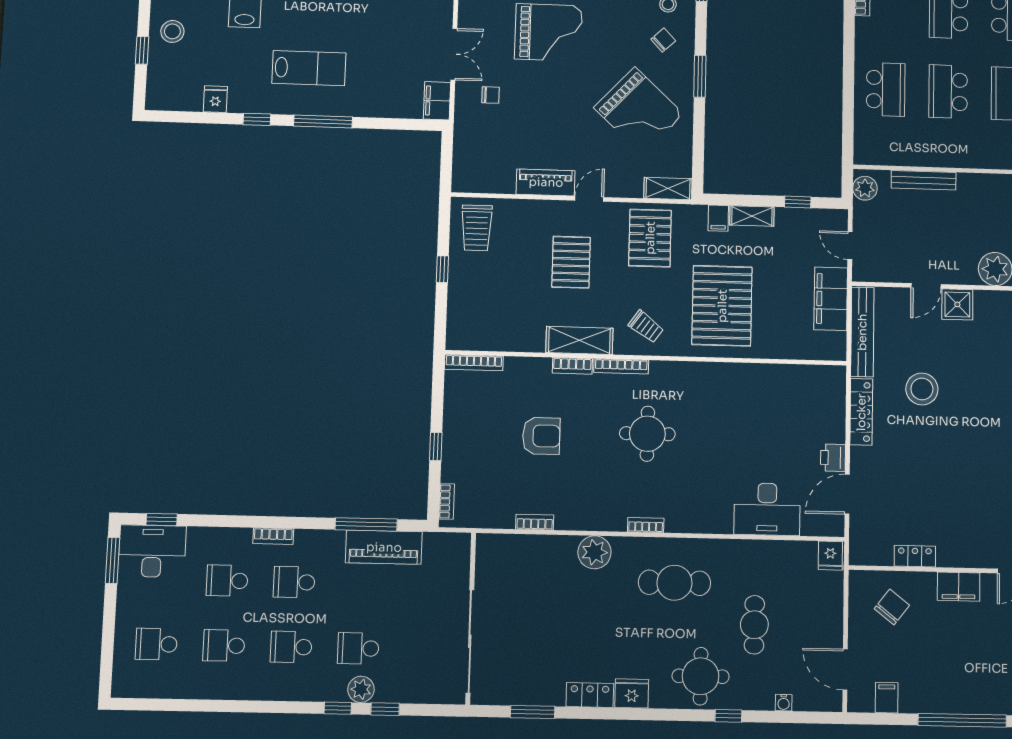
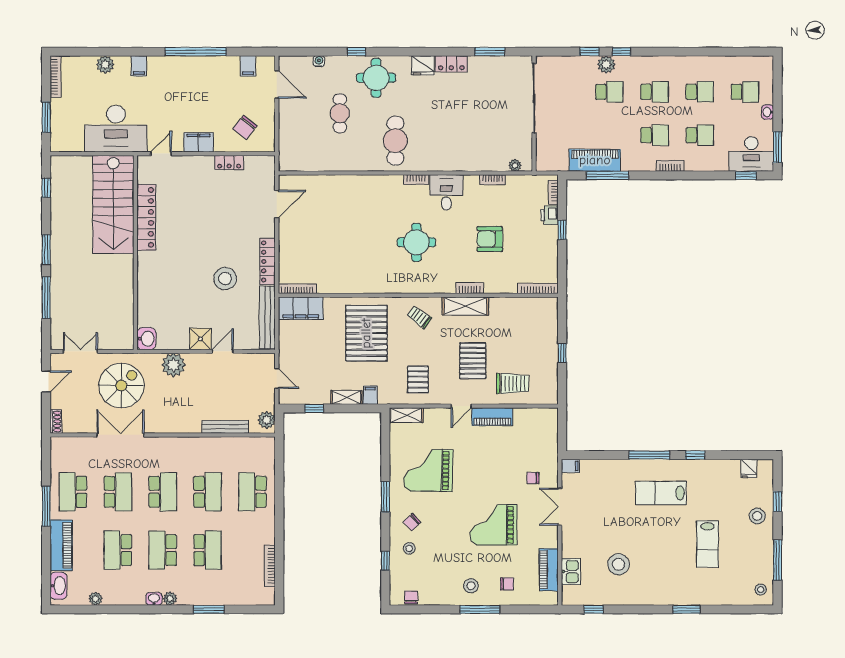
fridge: (215, 99) -> (749, 469), moved
filing cabinet: (437, 101) -> (570, 466), width x0.50
grand piano: (639, 111) -> (428, 470), turned -42
trolley: (477, 228) -> (513, 383), moved, turned 90
pallet: (650, 238) -> (418, 380), width x0.67, depth x0.71
filing cabinet: (831, 299) -> (301, 308), moved, turned 90
bookcase: (621, 366) -> (297, 289), moved
printer: (833, 458) -> (550, 215), moved, turned 180
desk: (767, 509) -> (446, 192), moved, width x0.73
plant: (594, 552) -> (515, 165), moved, width x0.53, depth x0.53
fridge: (830, 556) -> (288, 162), removed
cafe table: (674, 583) -> (395, 141), turned 90
washbasin: (124, 613) -> (768, 112), added

